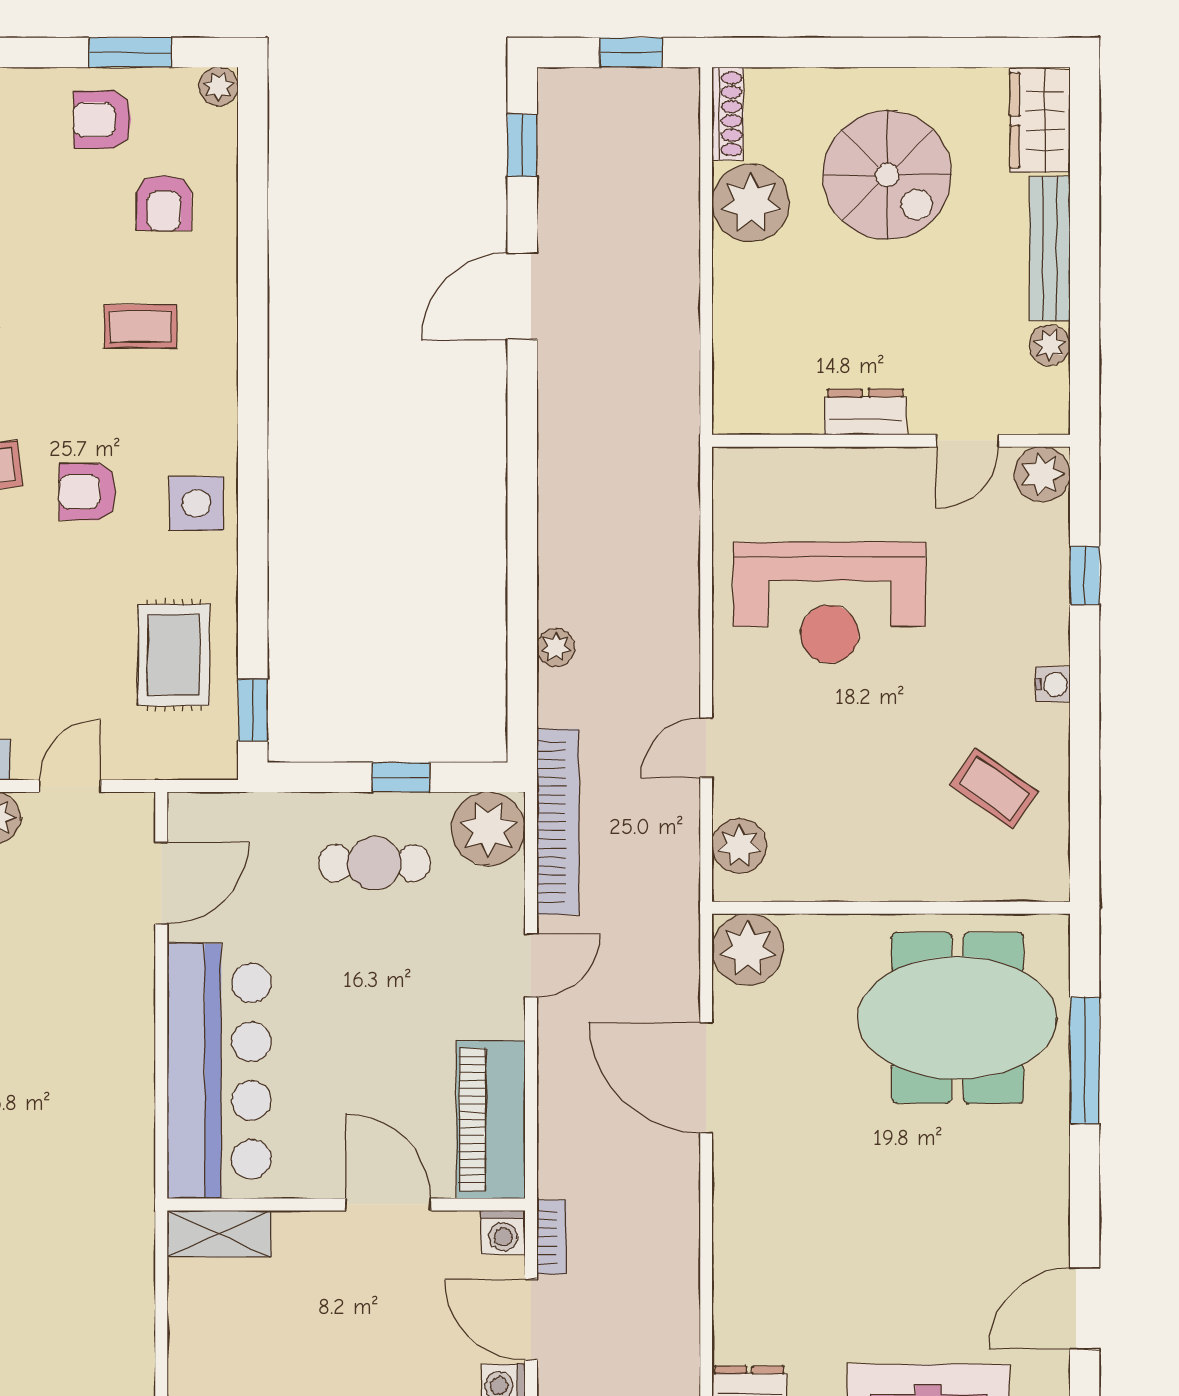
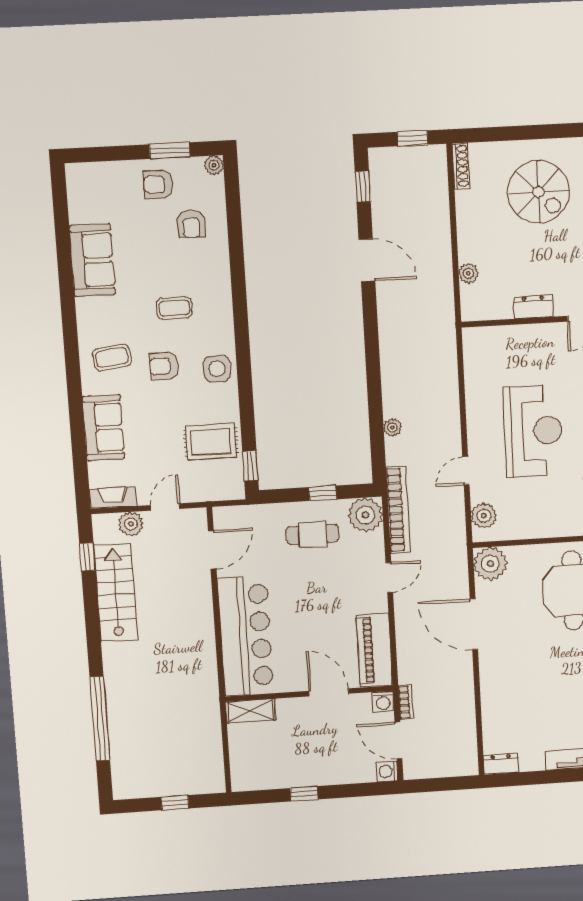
plant: (751, 203) -> (468, 273), moved, width x0.53, depth x0.53
door: (522, 296) -> (367, 260), swing flipped
coffee table: (140, 326) -> (174, 308), moved
reception desk: (830, 603) -> (533, 431), moved, turned -90
rug: (174, 655) -> (211, 442), turned 90

